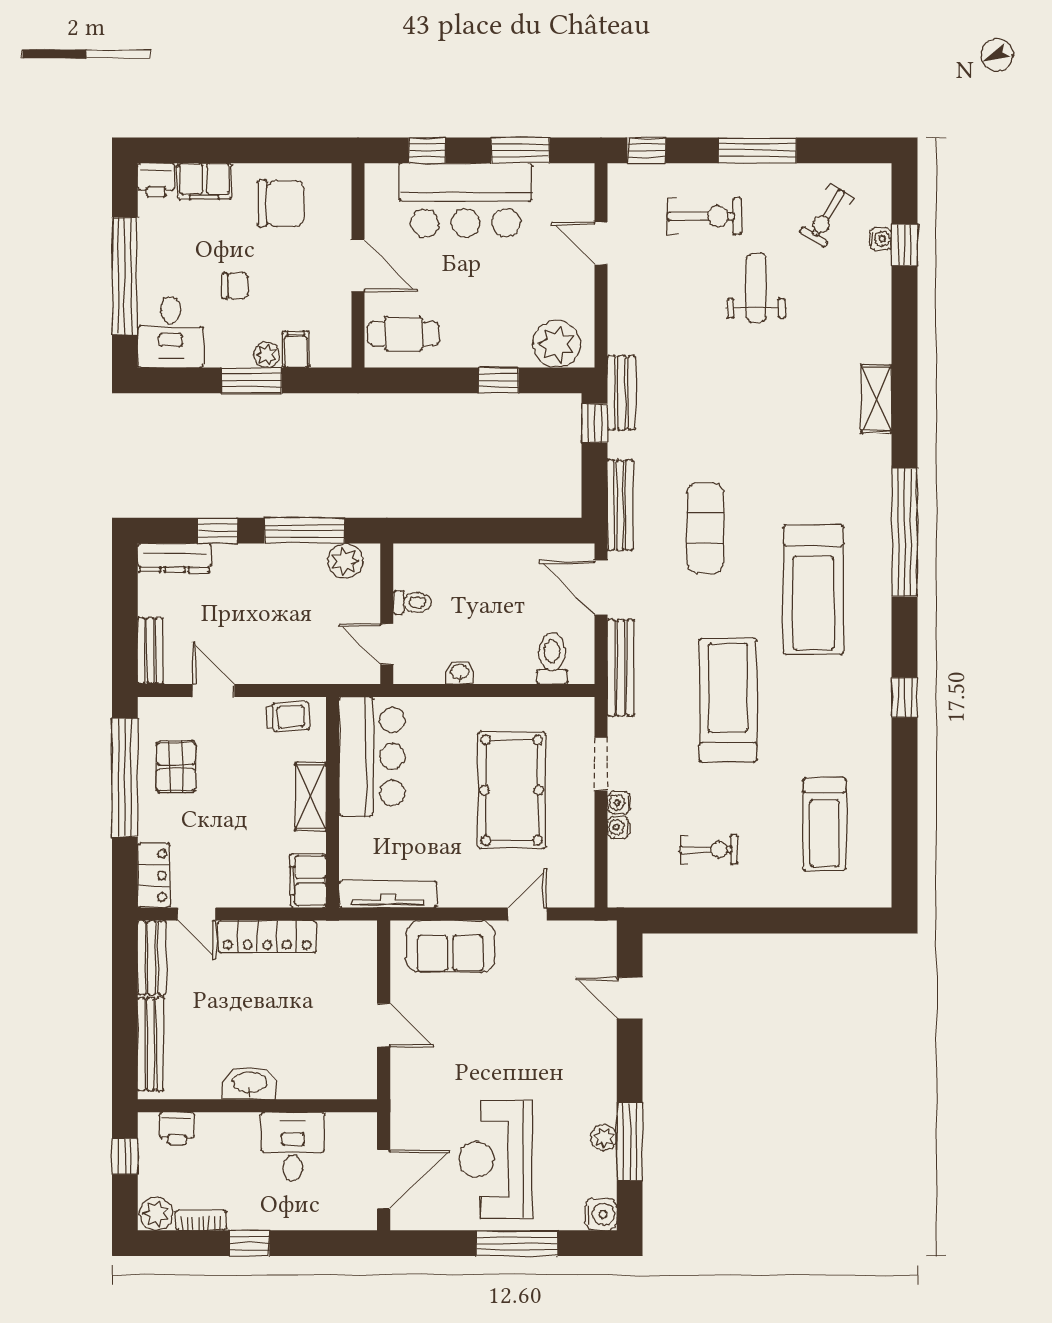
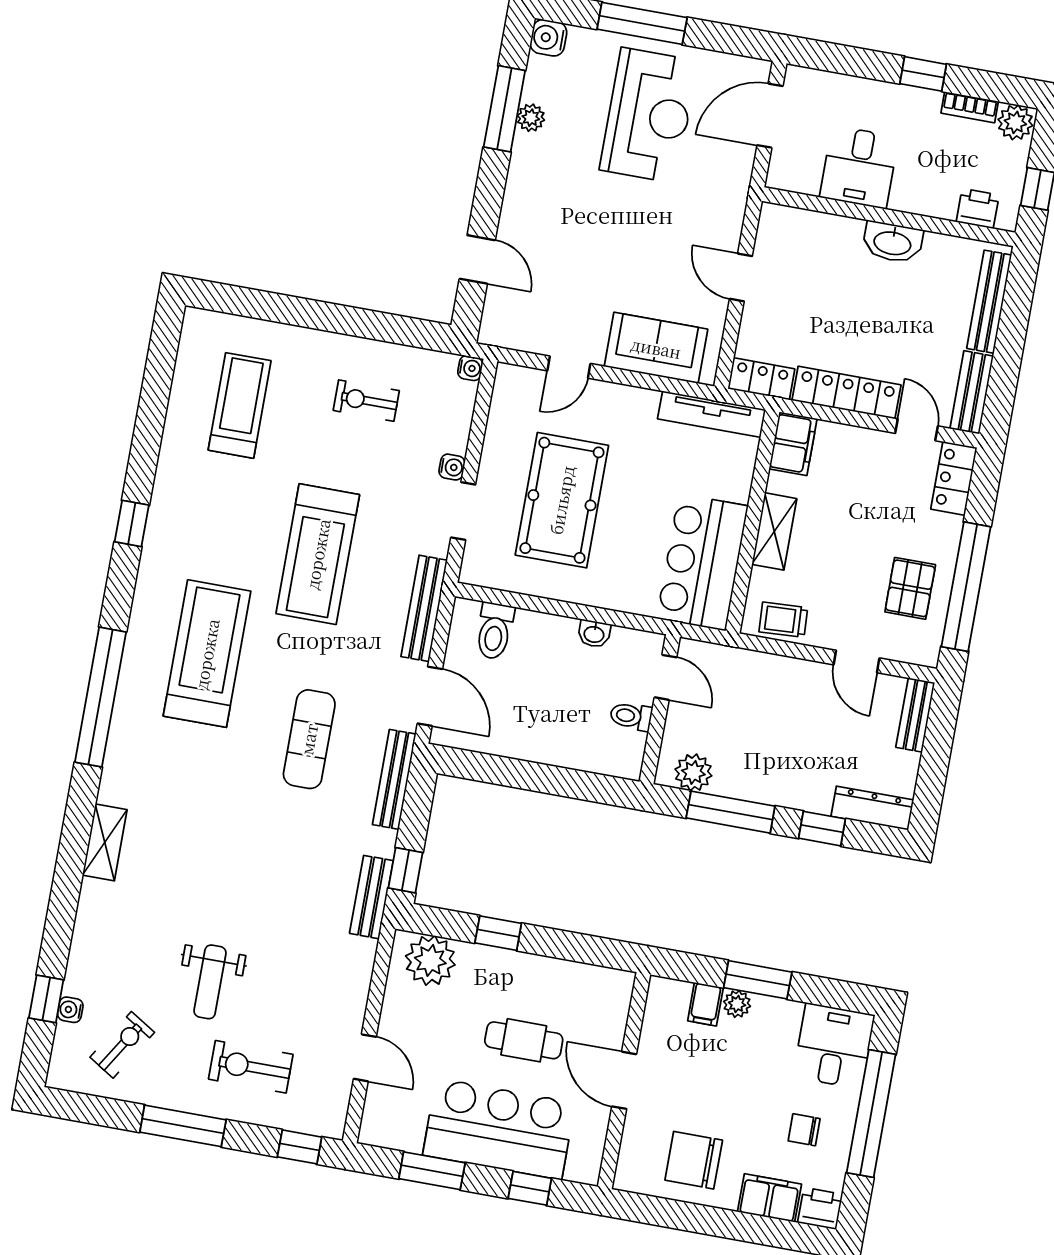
chair: (235, 286) -> (804, 1130), moved
cafe table: (404, 334) -> (524, 1040), moved
water cooler: (618, 827) -> (470, 368), moved
locker: (348, 935) -> (761, 379), added

